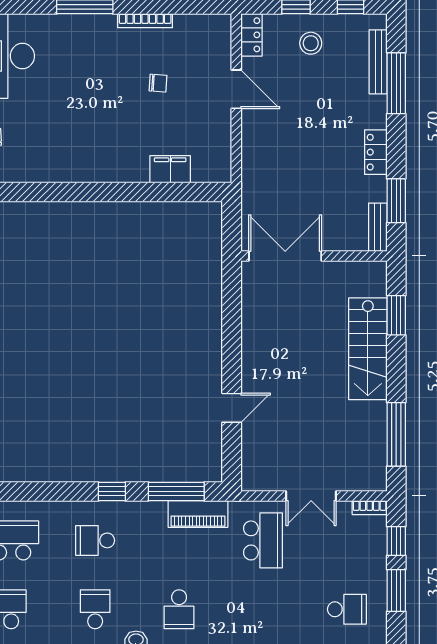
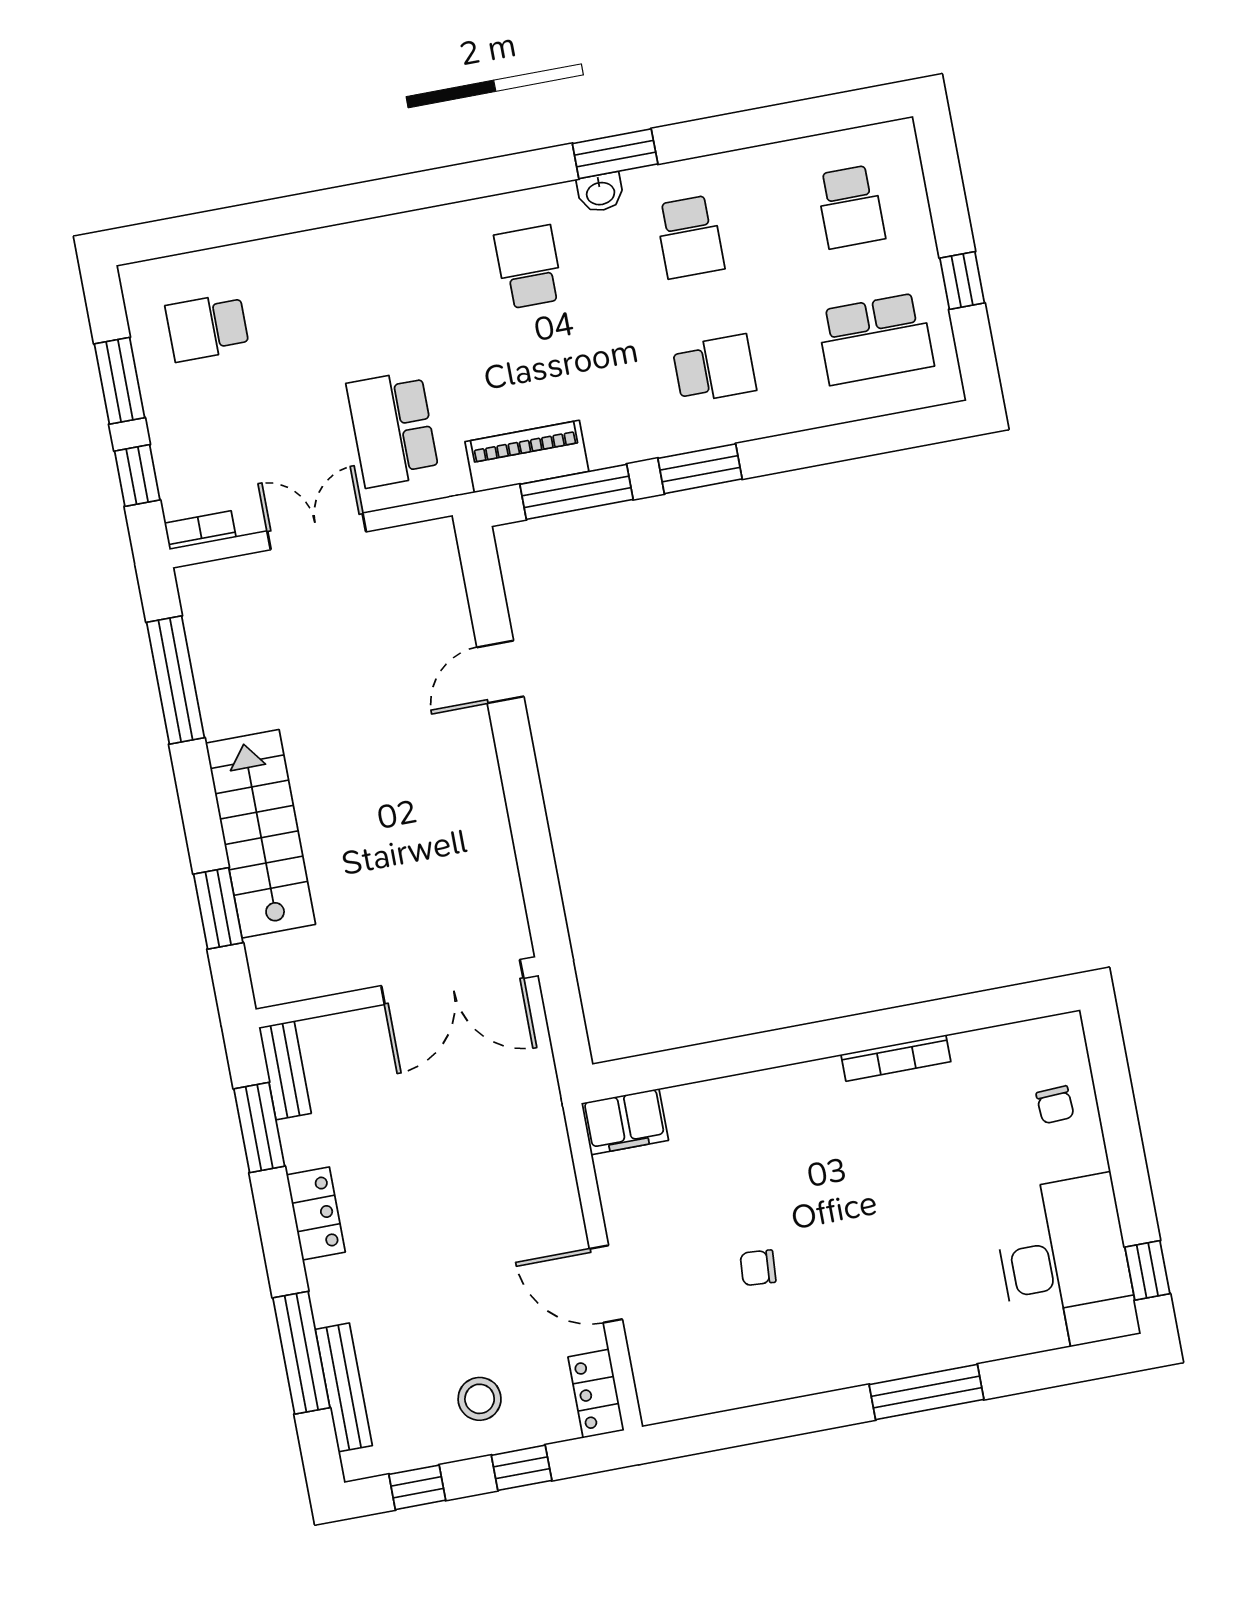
bookcase: (145, 21) -> (896, 1058), moved, turned 180
filing cabinet: (170, 169) -> (625, 1122), moved
window: (112, 491) -> (700, 469), width x1.50

